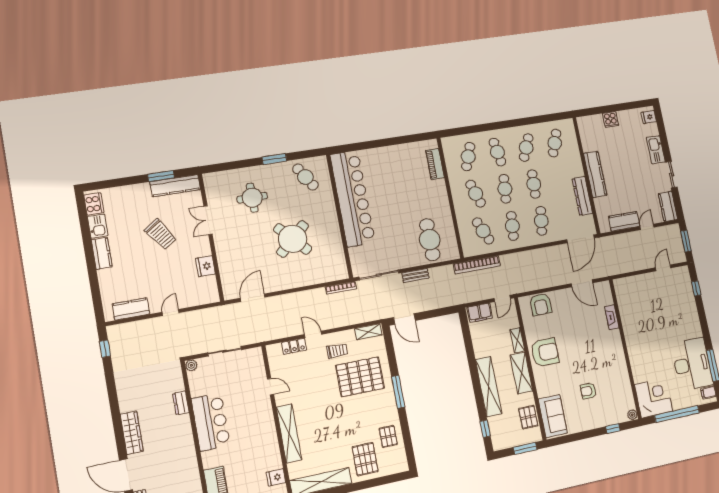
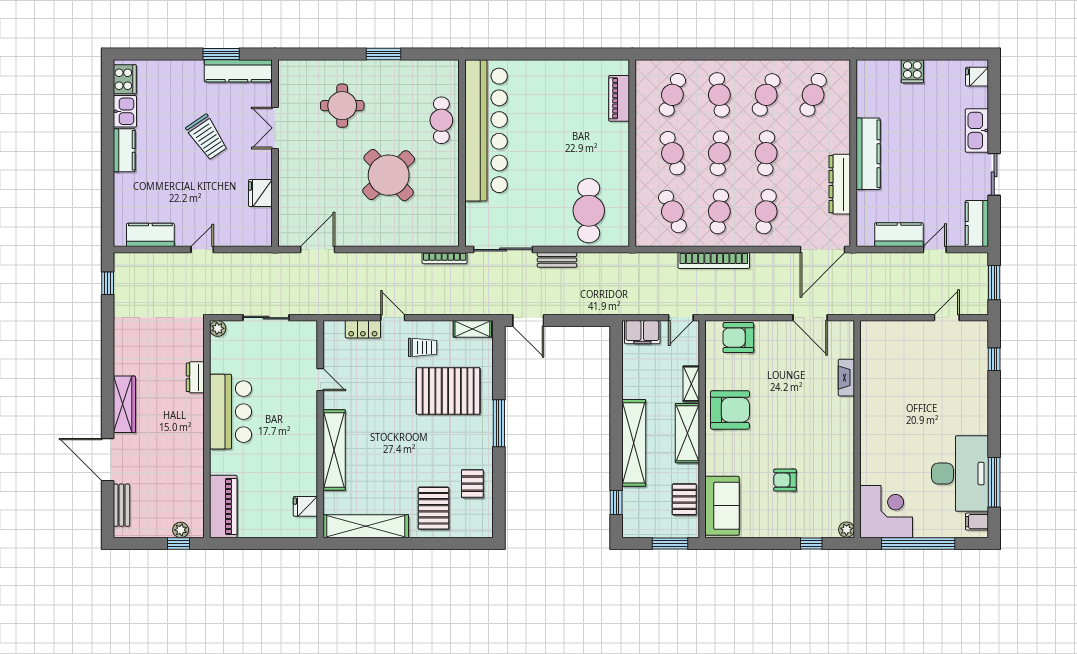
cafe table: (305, 177) -> (441, 120), moved, turned 32
bookcase: (477, 265) -> (714, 260), moved
armchair: (541, 304) -> (738, 338), turned 90

